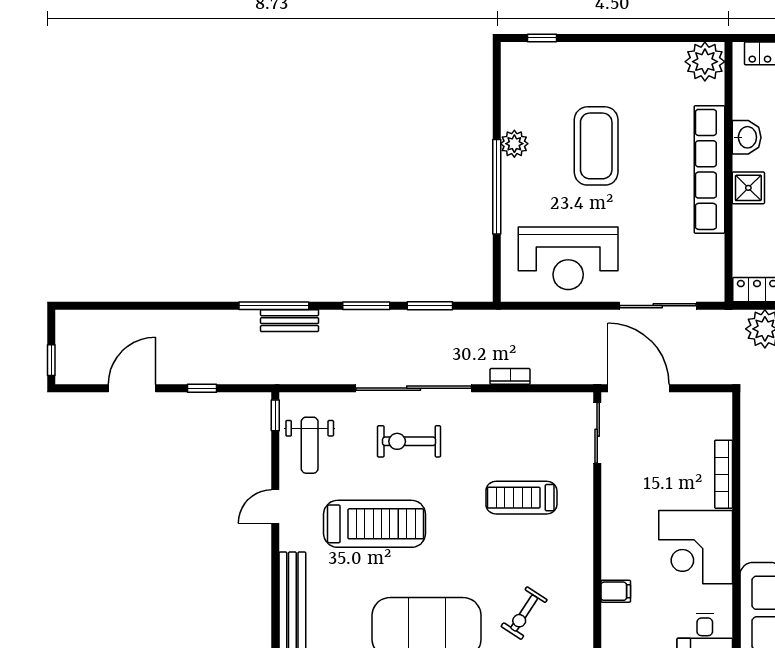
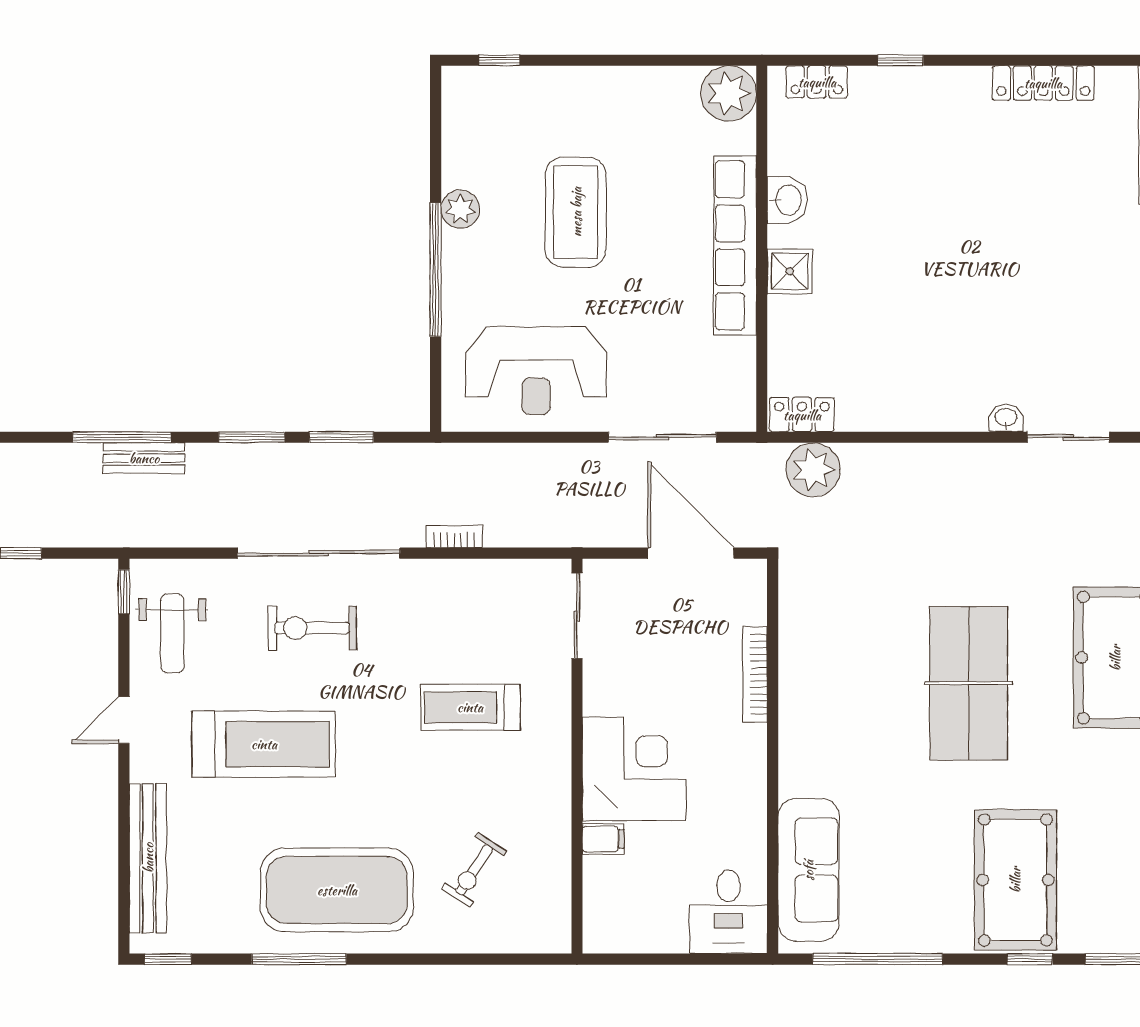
door: (639, 388) -> (691, 553), moved
corner desk: (696, 547) -> (634, 769), moved, turned 180

